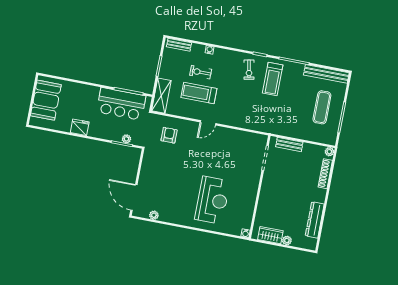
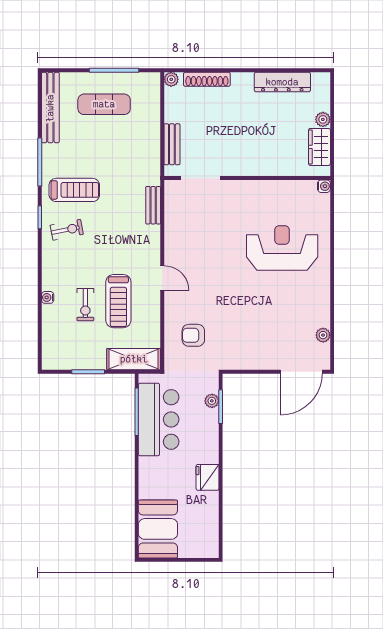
bench: (179, 45) -> (153, 205), moved
booth: (46, 100) -> (158, 529), moved, turned 90

